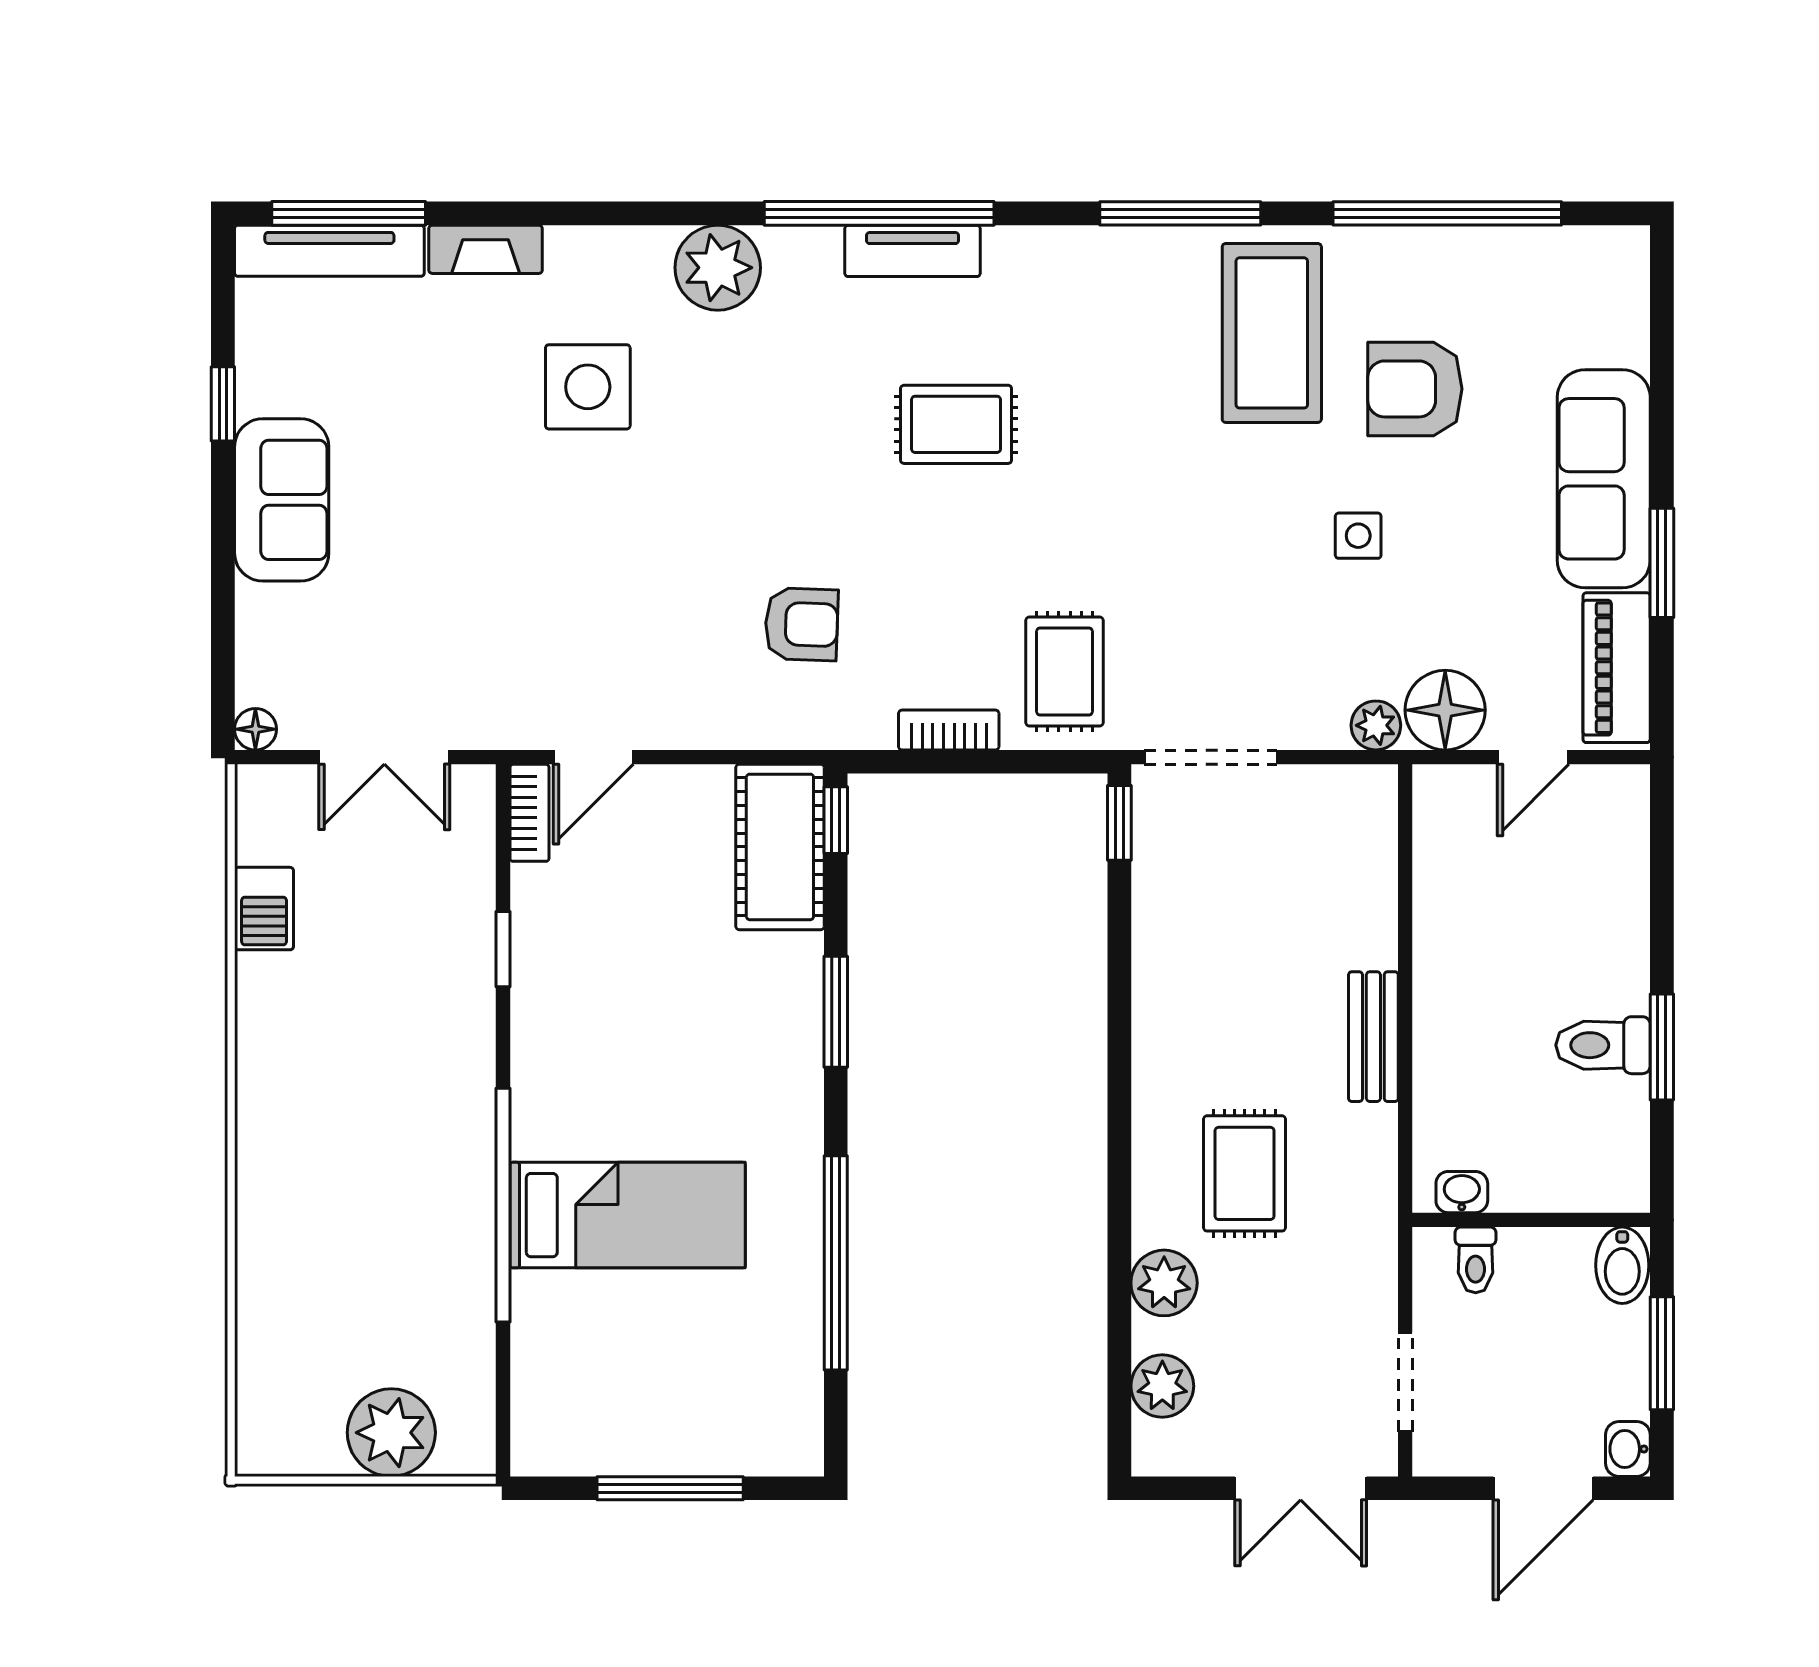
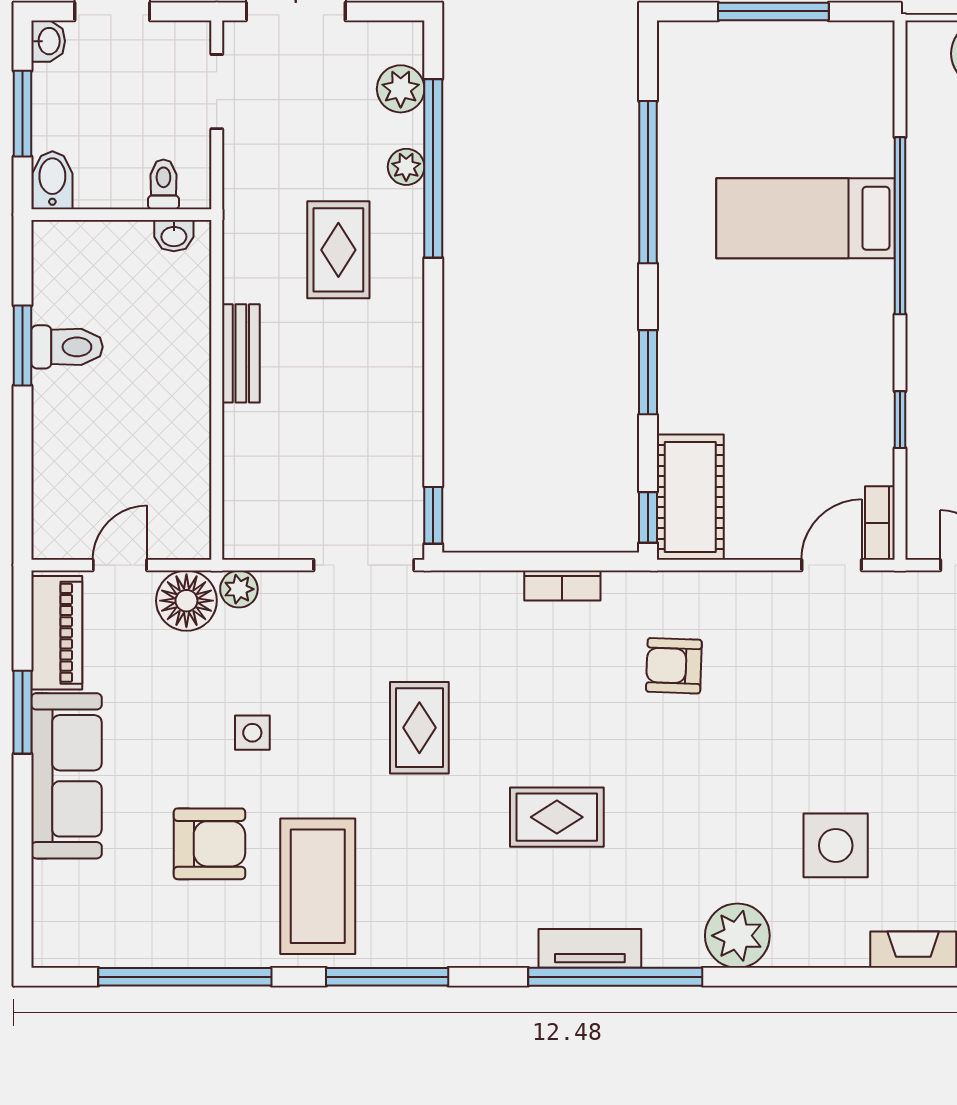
rug: (1064, 671) -> (419, 728), moved
window: (1119, 1281) -> (433, 168), added
plant: (1164, 1283) -> (406, 167), width x0.73, depth x0.73

